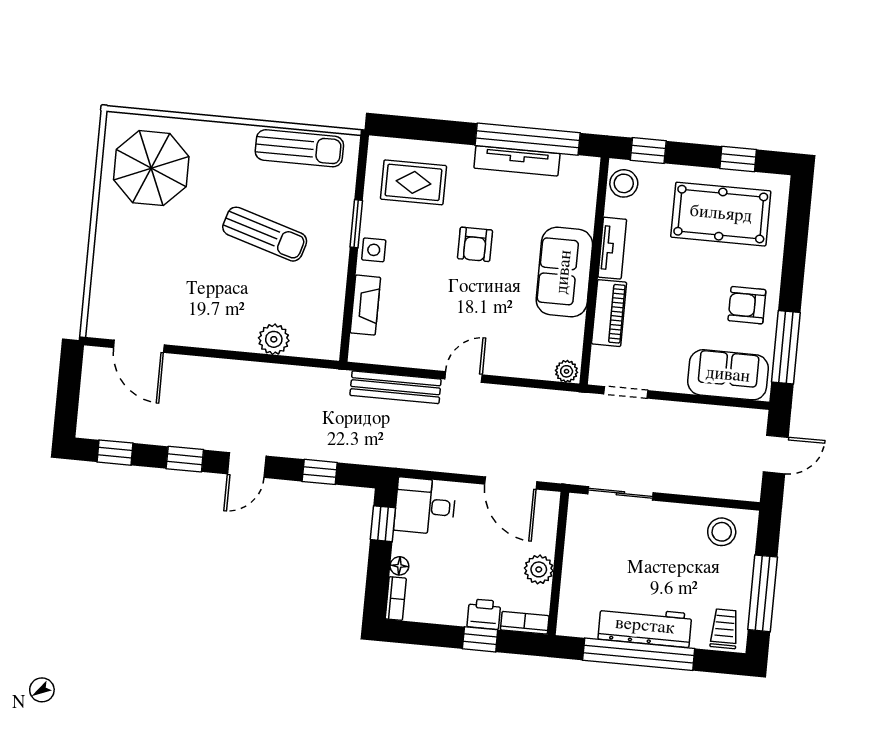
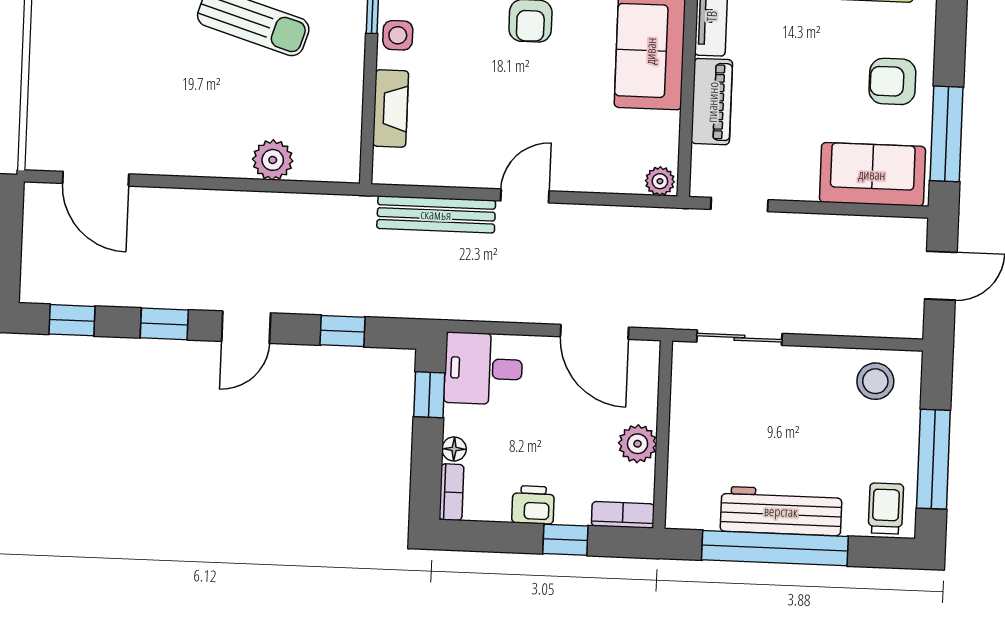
printer: (484, 614) -> (533, 505), moved

